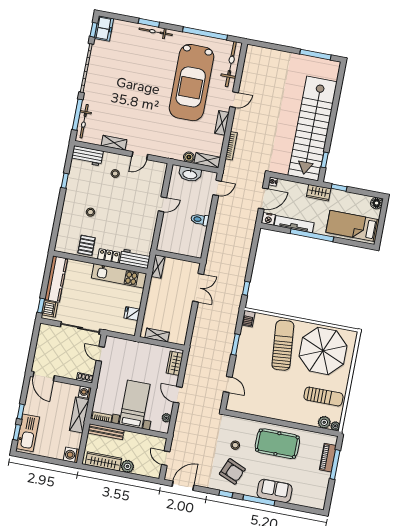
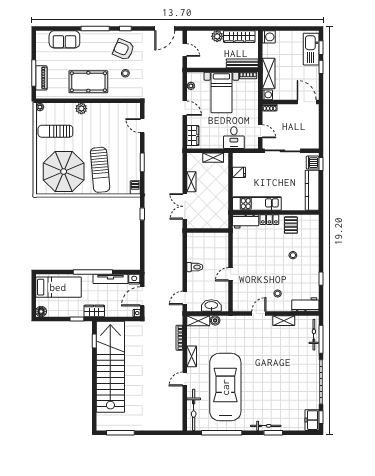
shelving: (158, 267) -> (191, 182), moved
desk: (130, 352) -> (234, 138), added
plant: (324, 422) -> (81, 109), moved
sofa: (275, 491) -> (64, 39), moved

